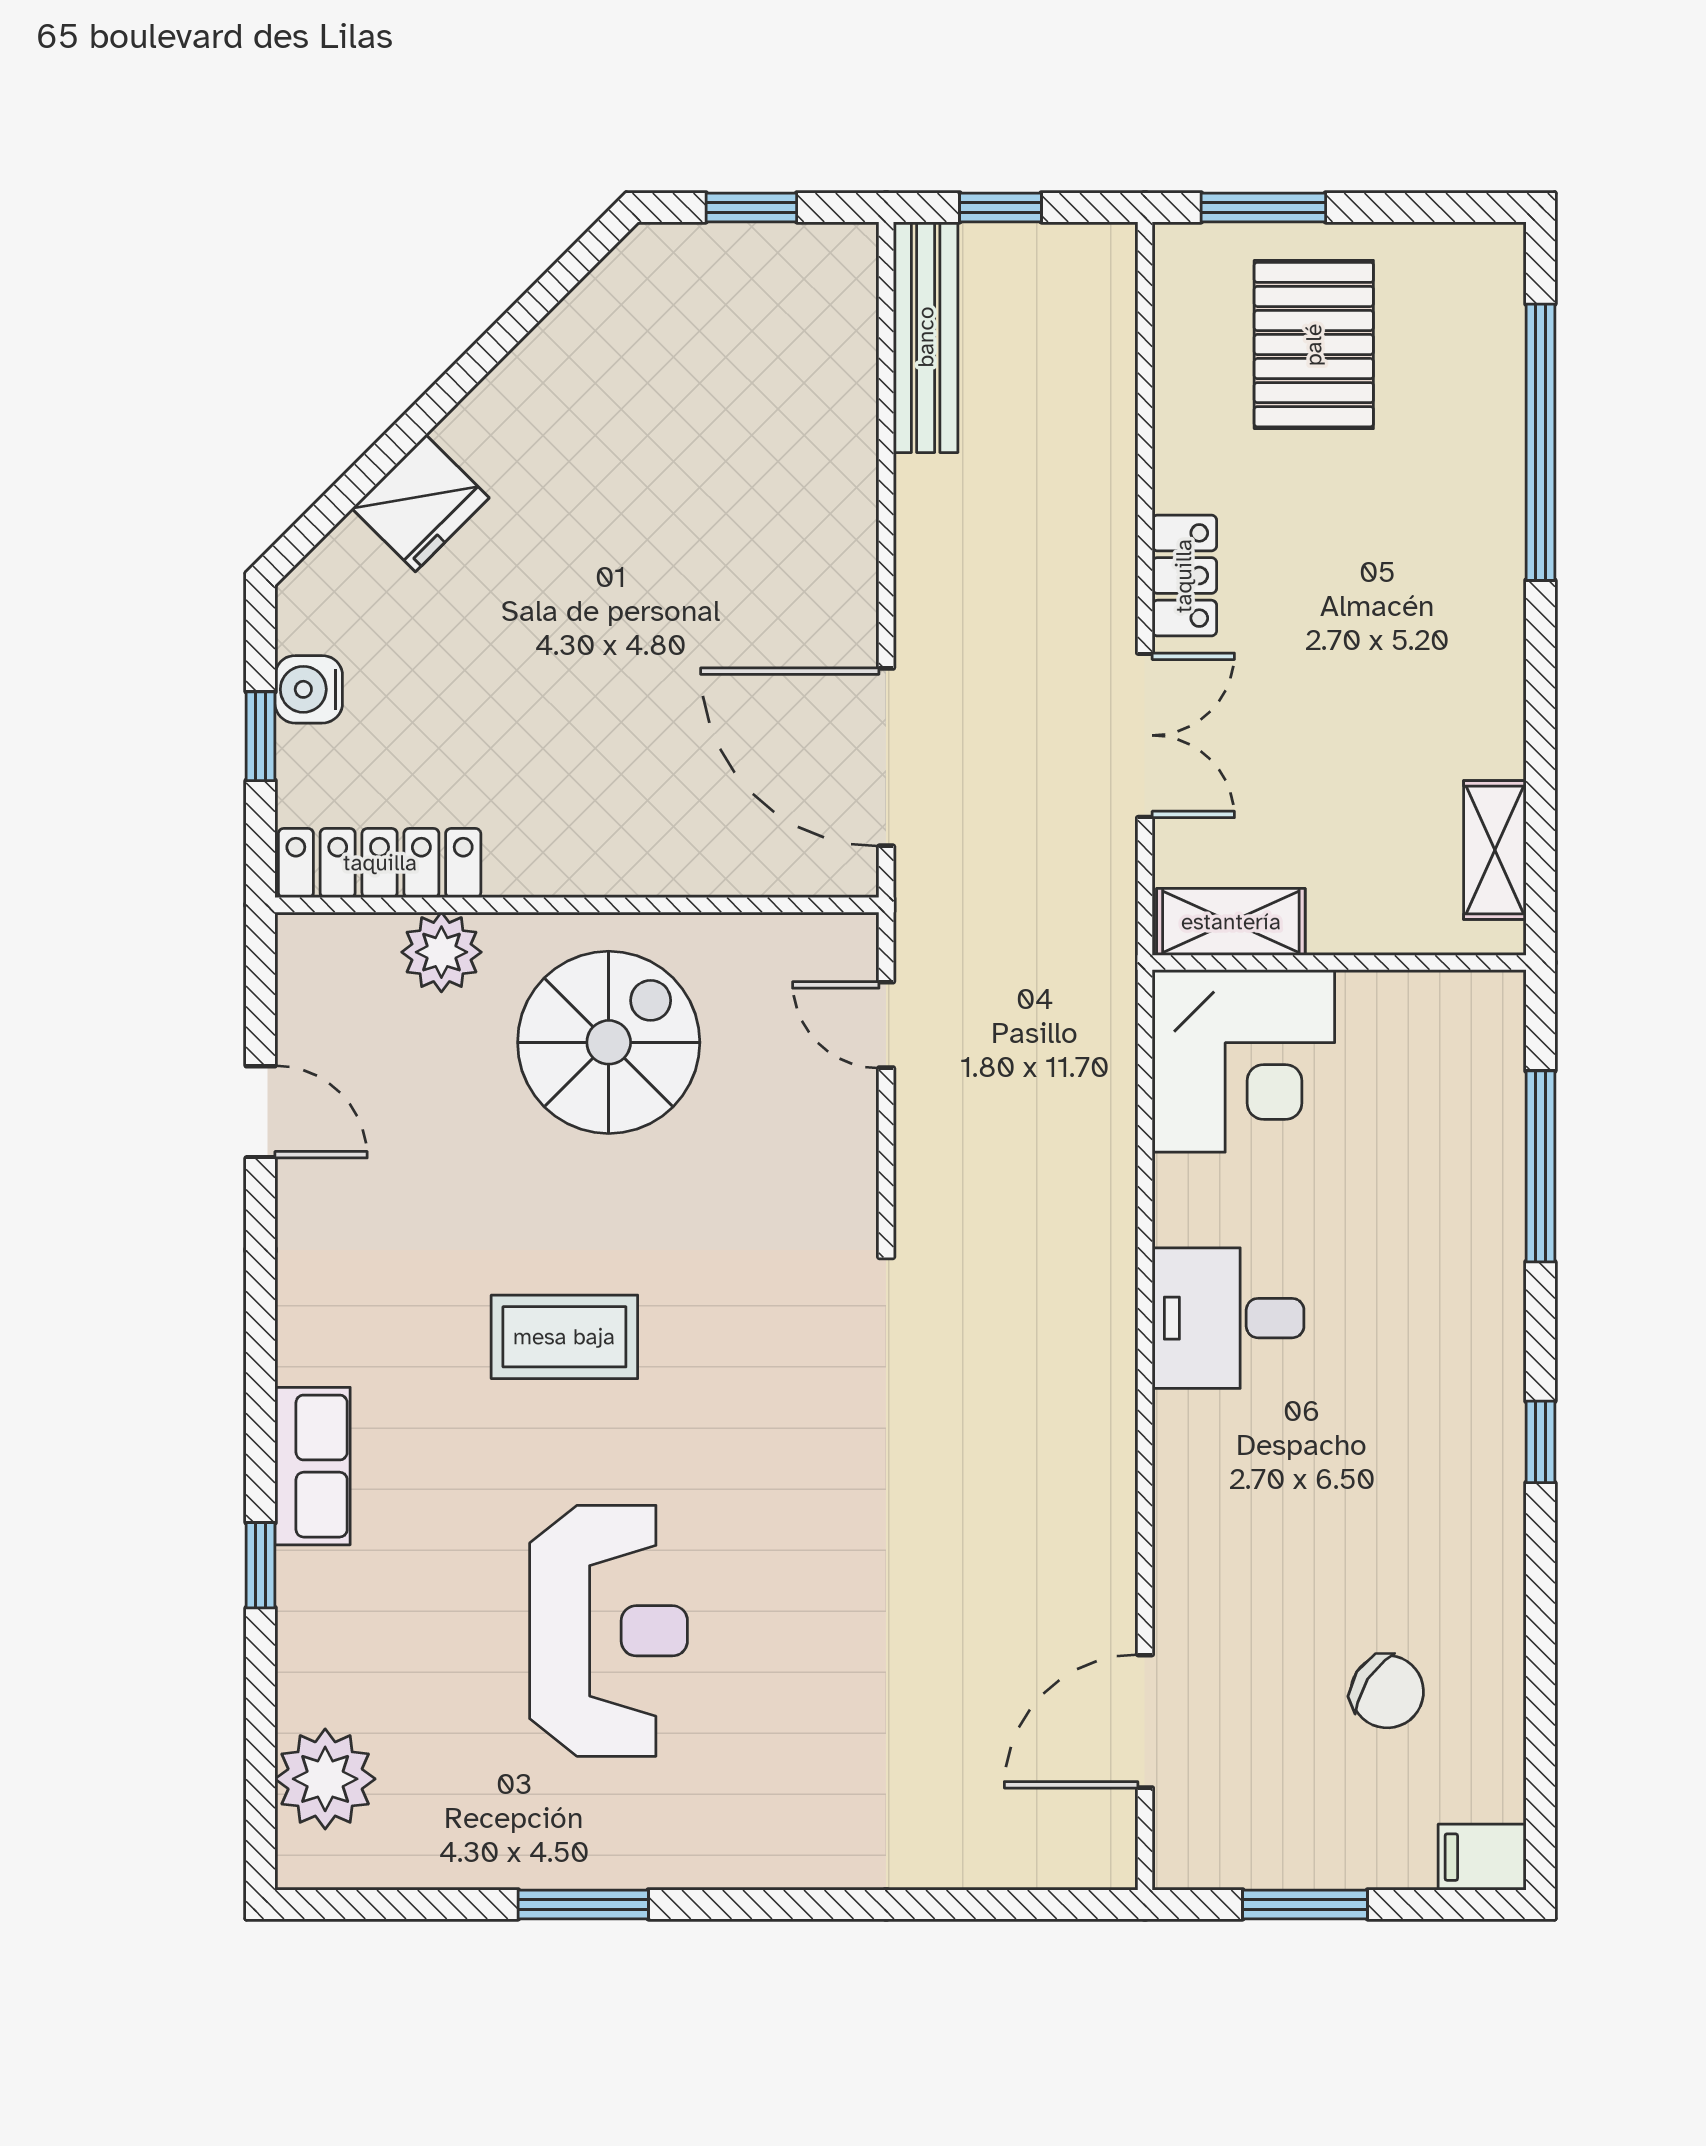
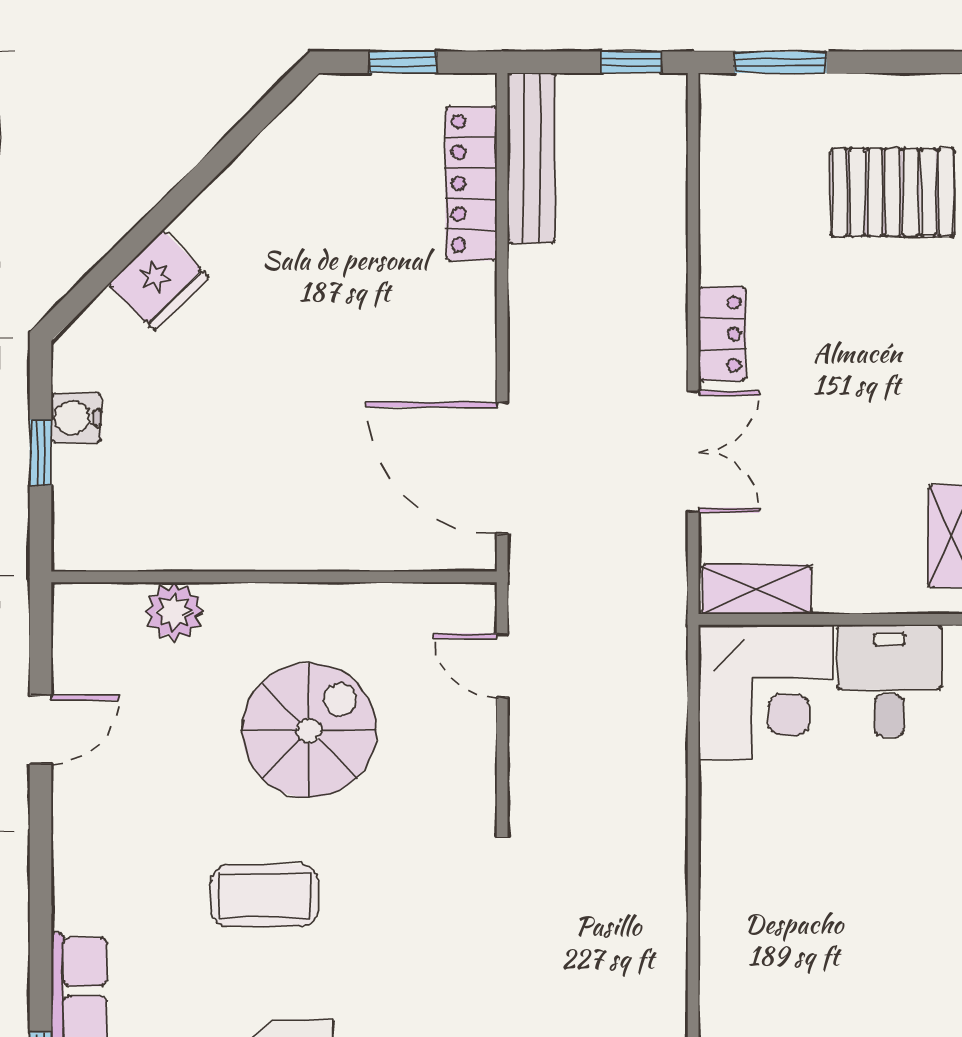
window: (1001, 207) -> (631, 62), moved
pallet: (1314, 345) -> (893, 192), moved, turned 90
locker: (380, 863) -> (471, 183), moved, turned -90
spiral stairs: (609, 1042) -> (309, 730), moved
door: (261, 1112) -> (41, 730), hinge flipped
desk: (1228, 1318) -> (889, 681), moved, turned 90

